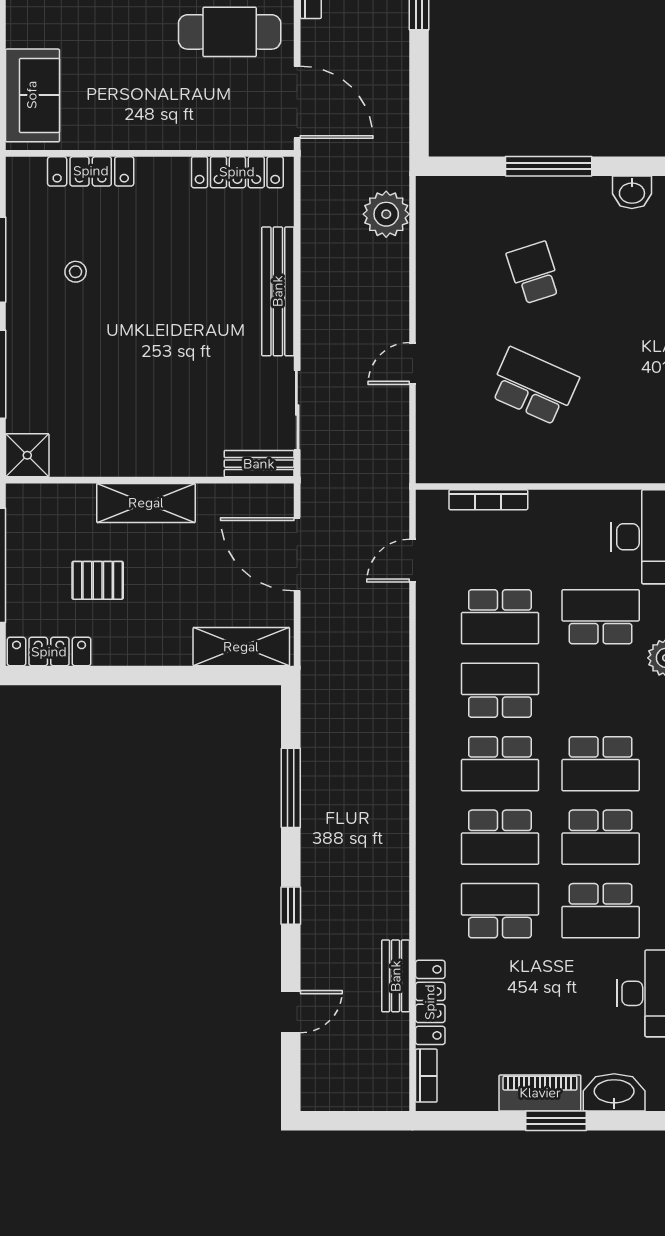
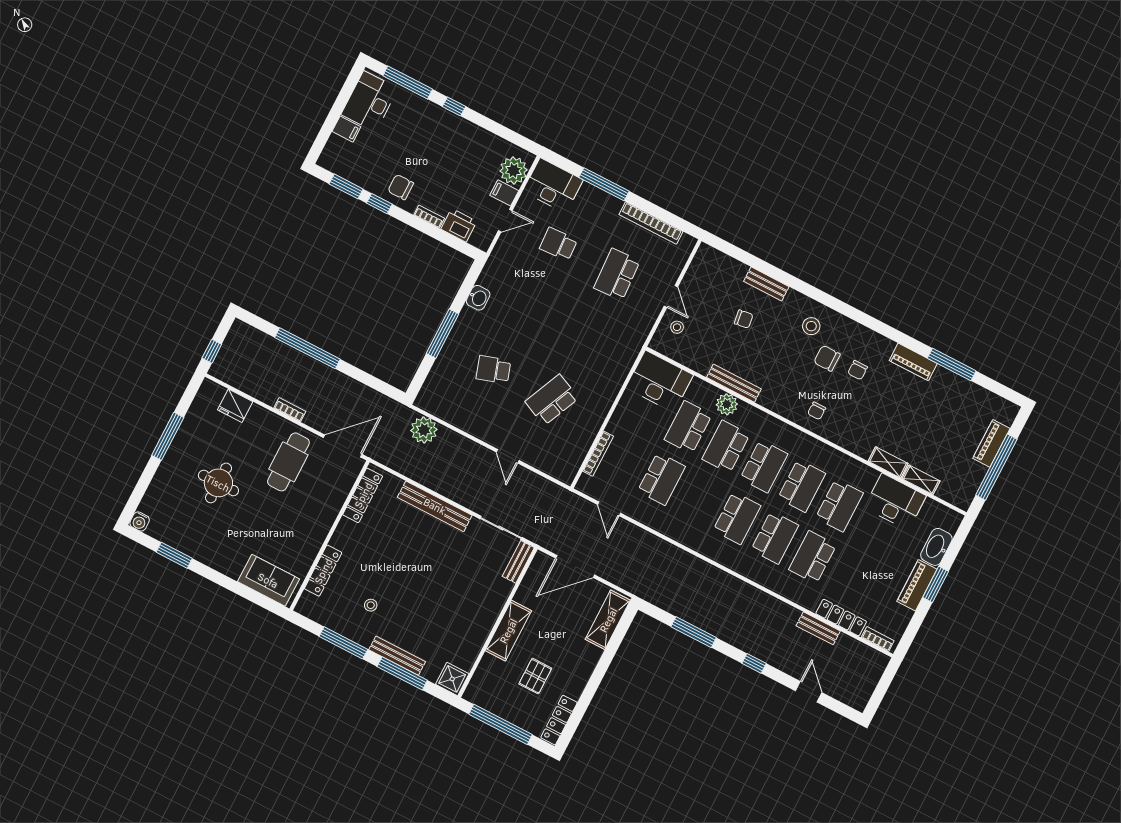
bench: (19, 352) -> (397, 656), added
school desk: (500, 690) -> (726, 447), moved

